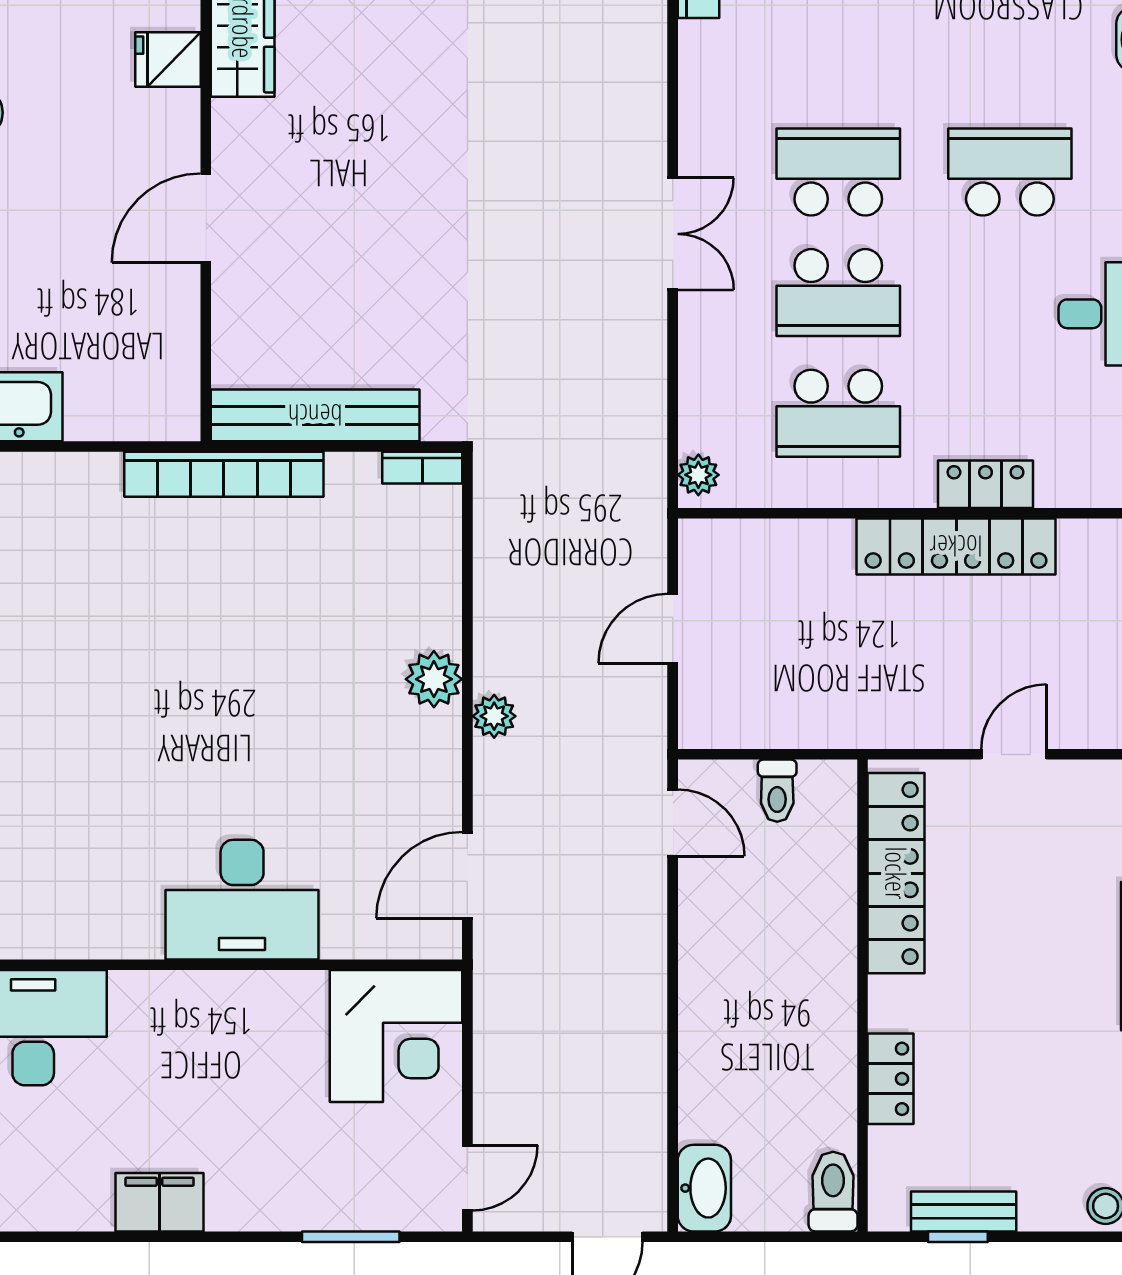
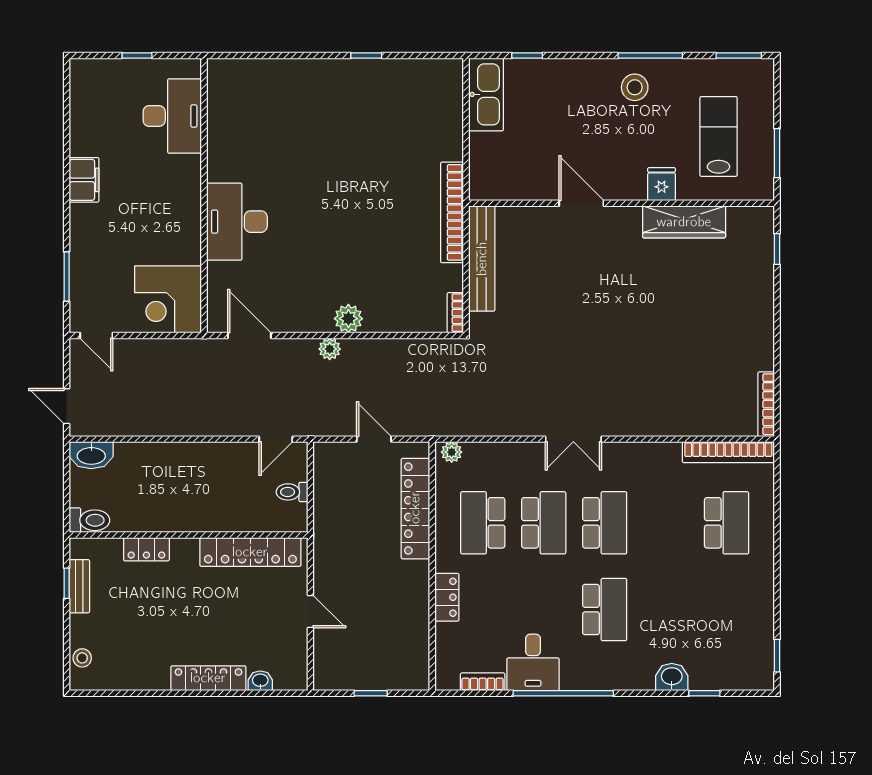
school desk: (838, 293) -> (544, 523), turned 180
locker: (956, 546) -> (415, 509), moved

